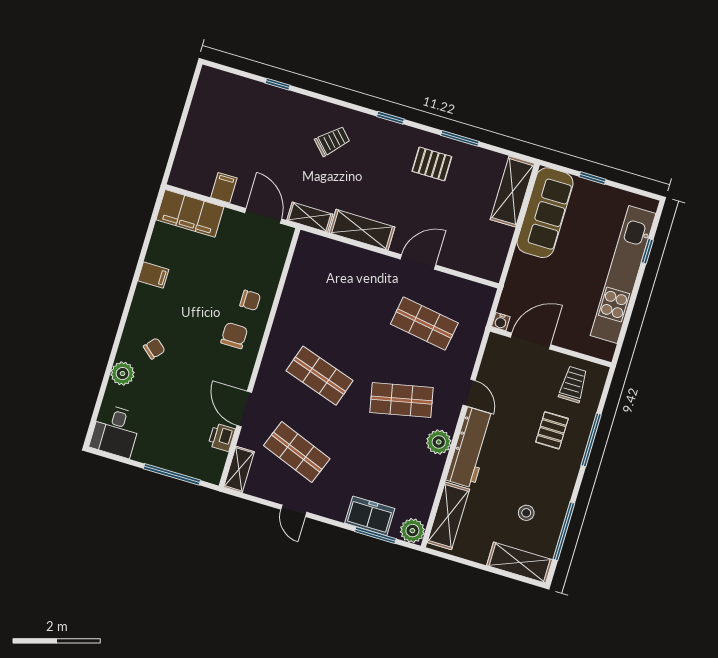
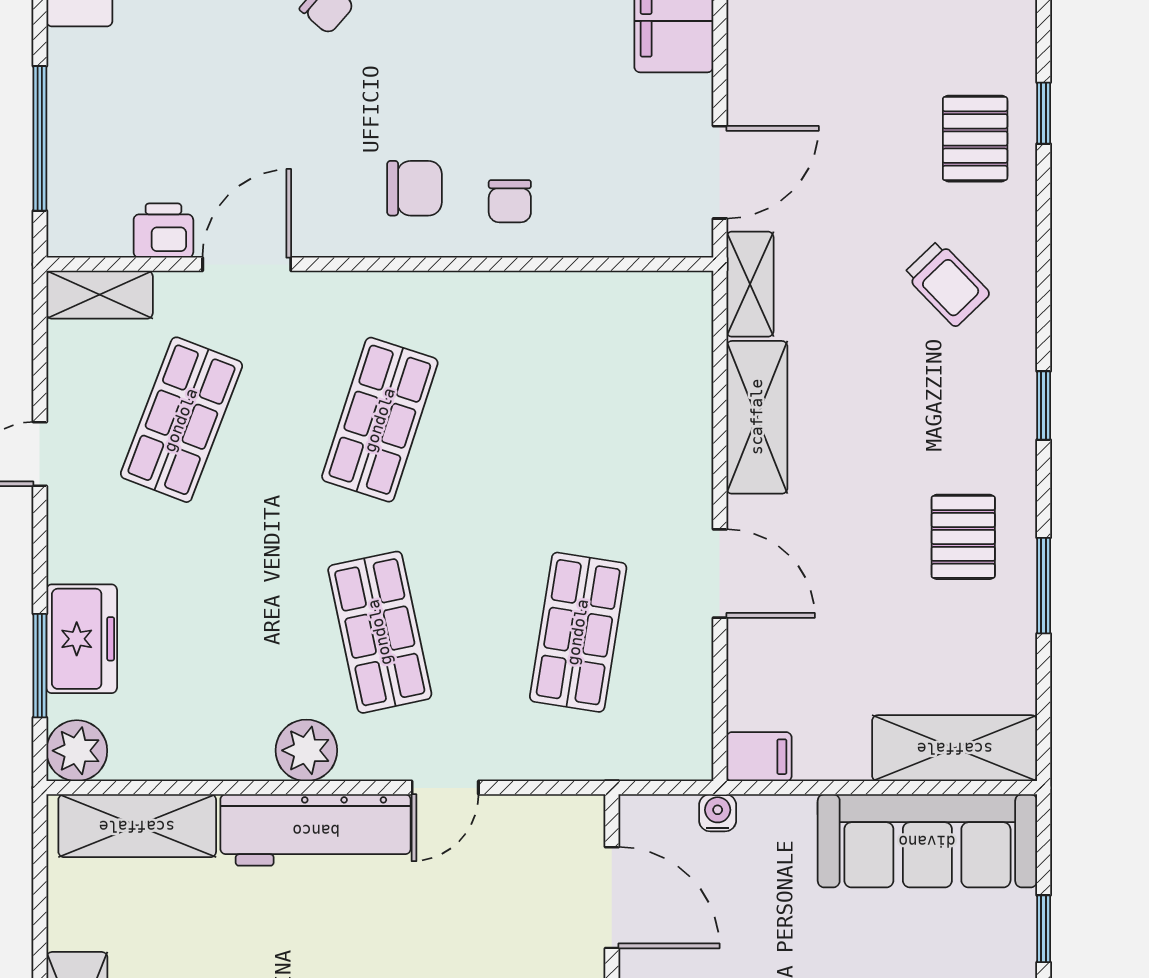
pallet: (279, 114) -> (975, 139), added
filing cabinet: (224, 188) -> (759, 757), moved
water cooler: (501, 322) -> (718, 813), moved, turned 90

